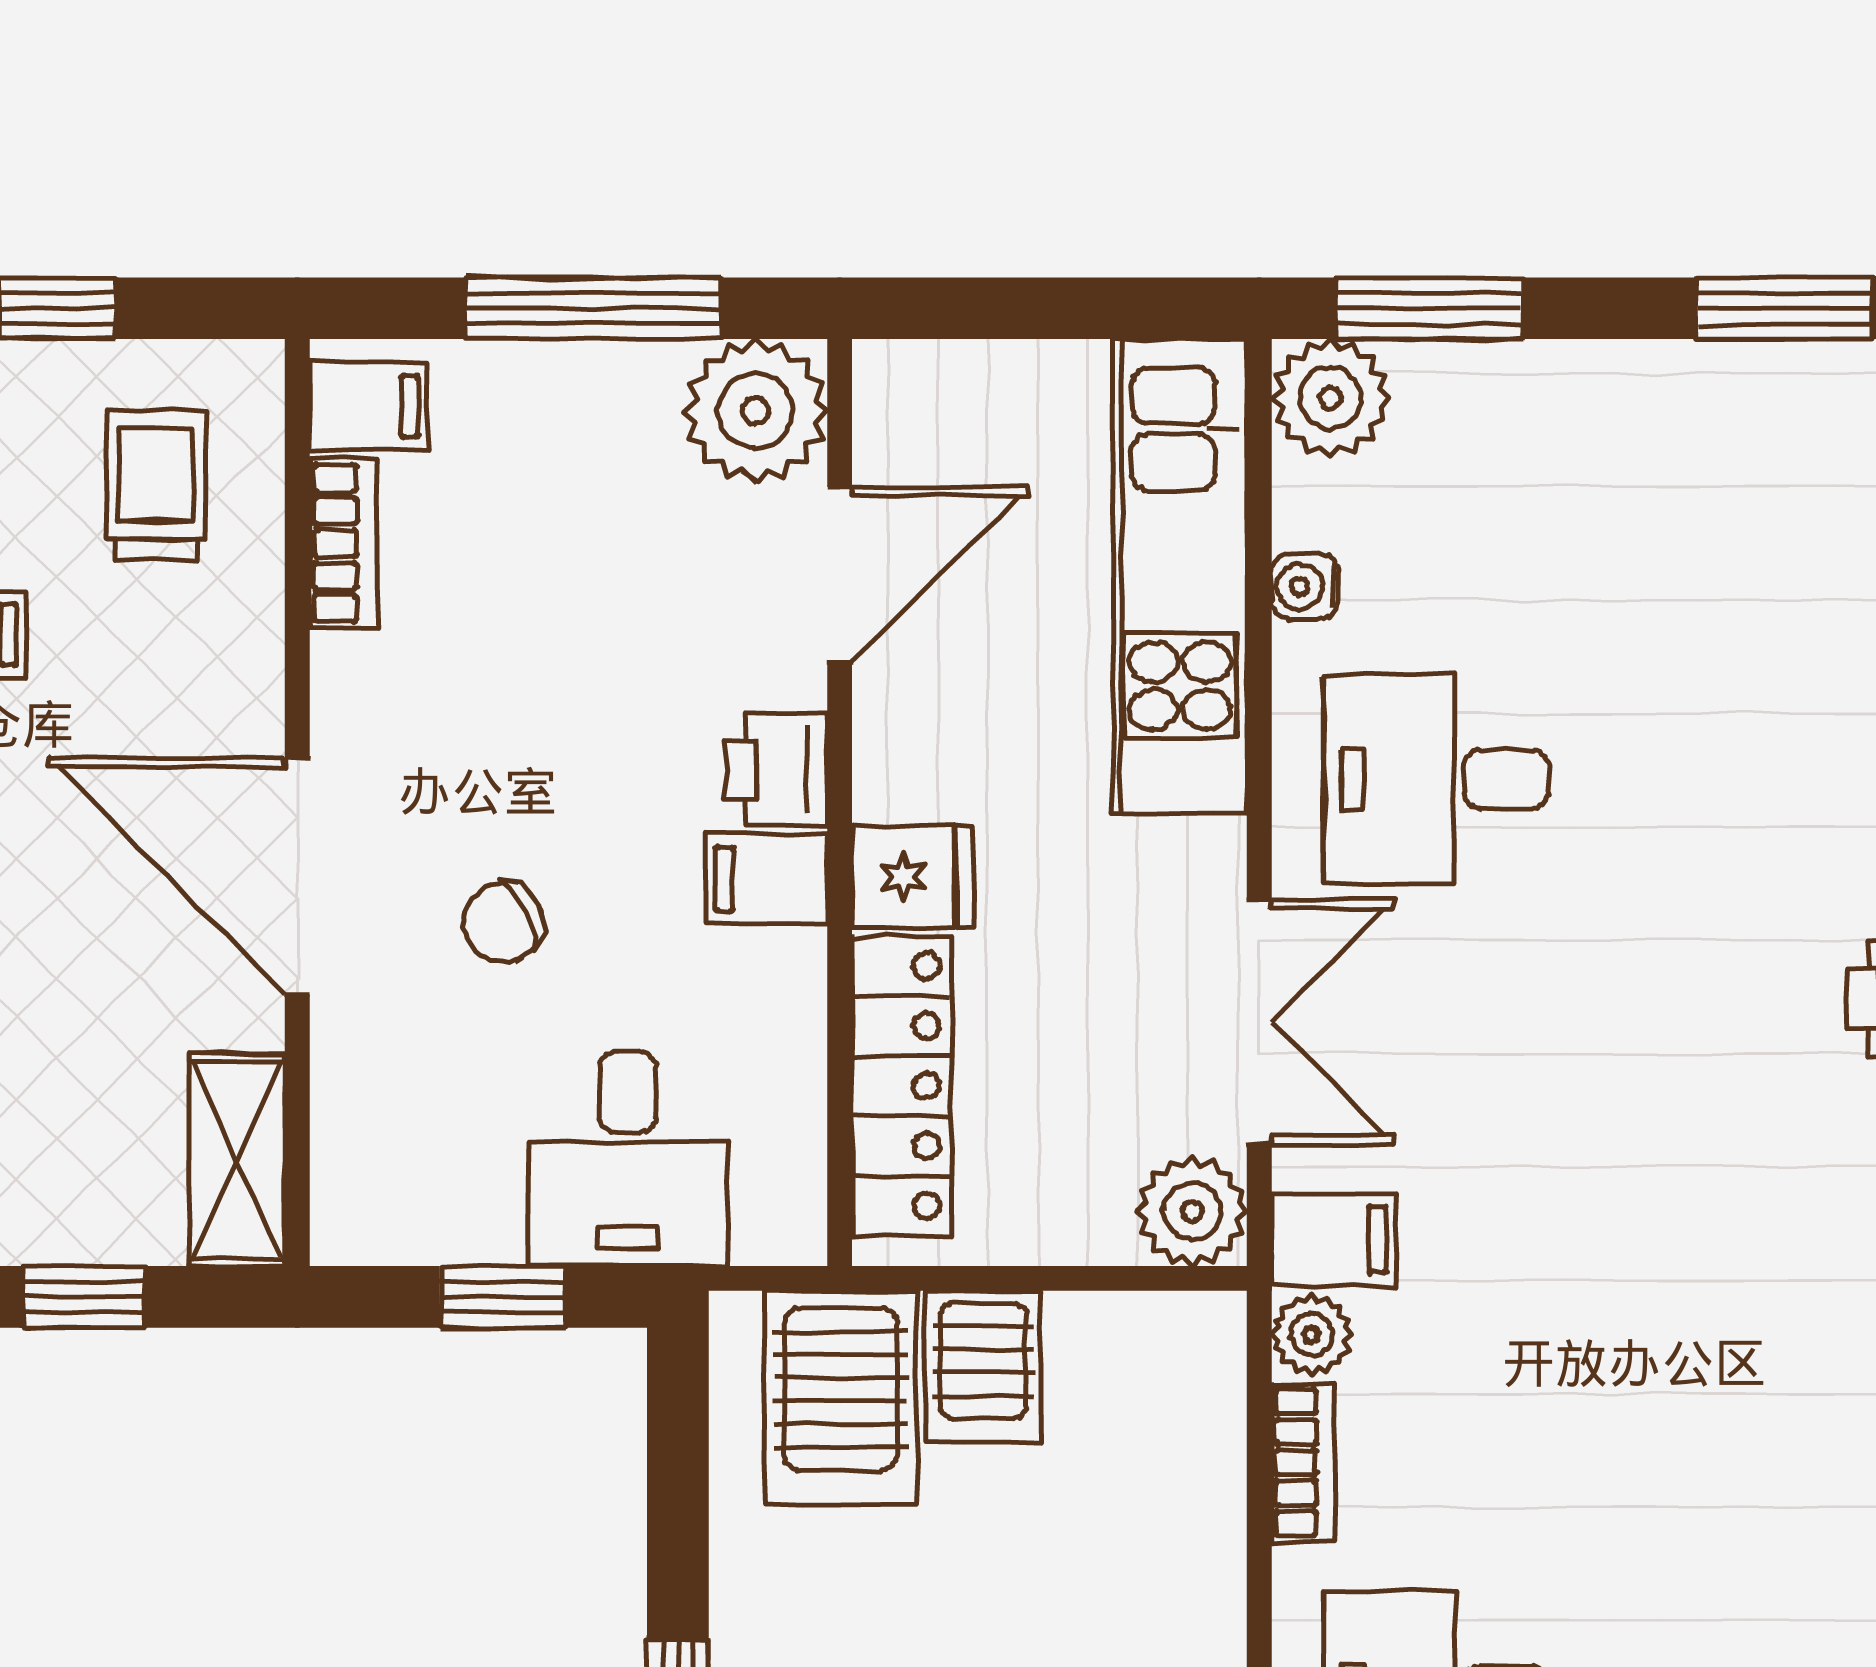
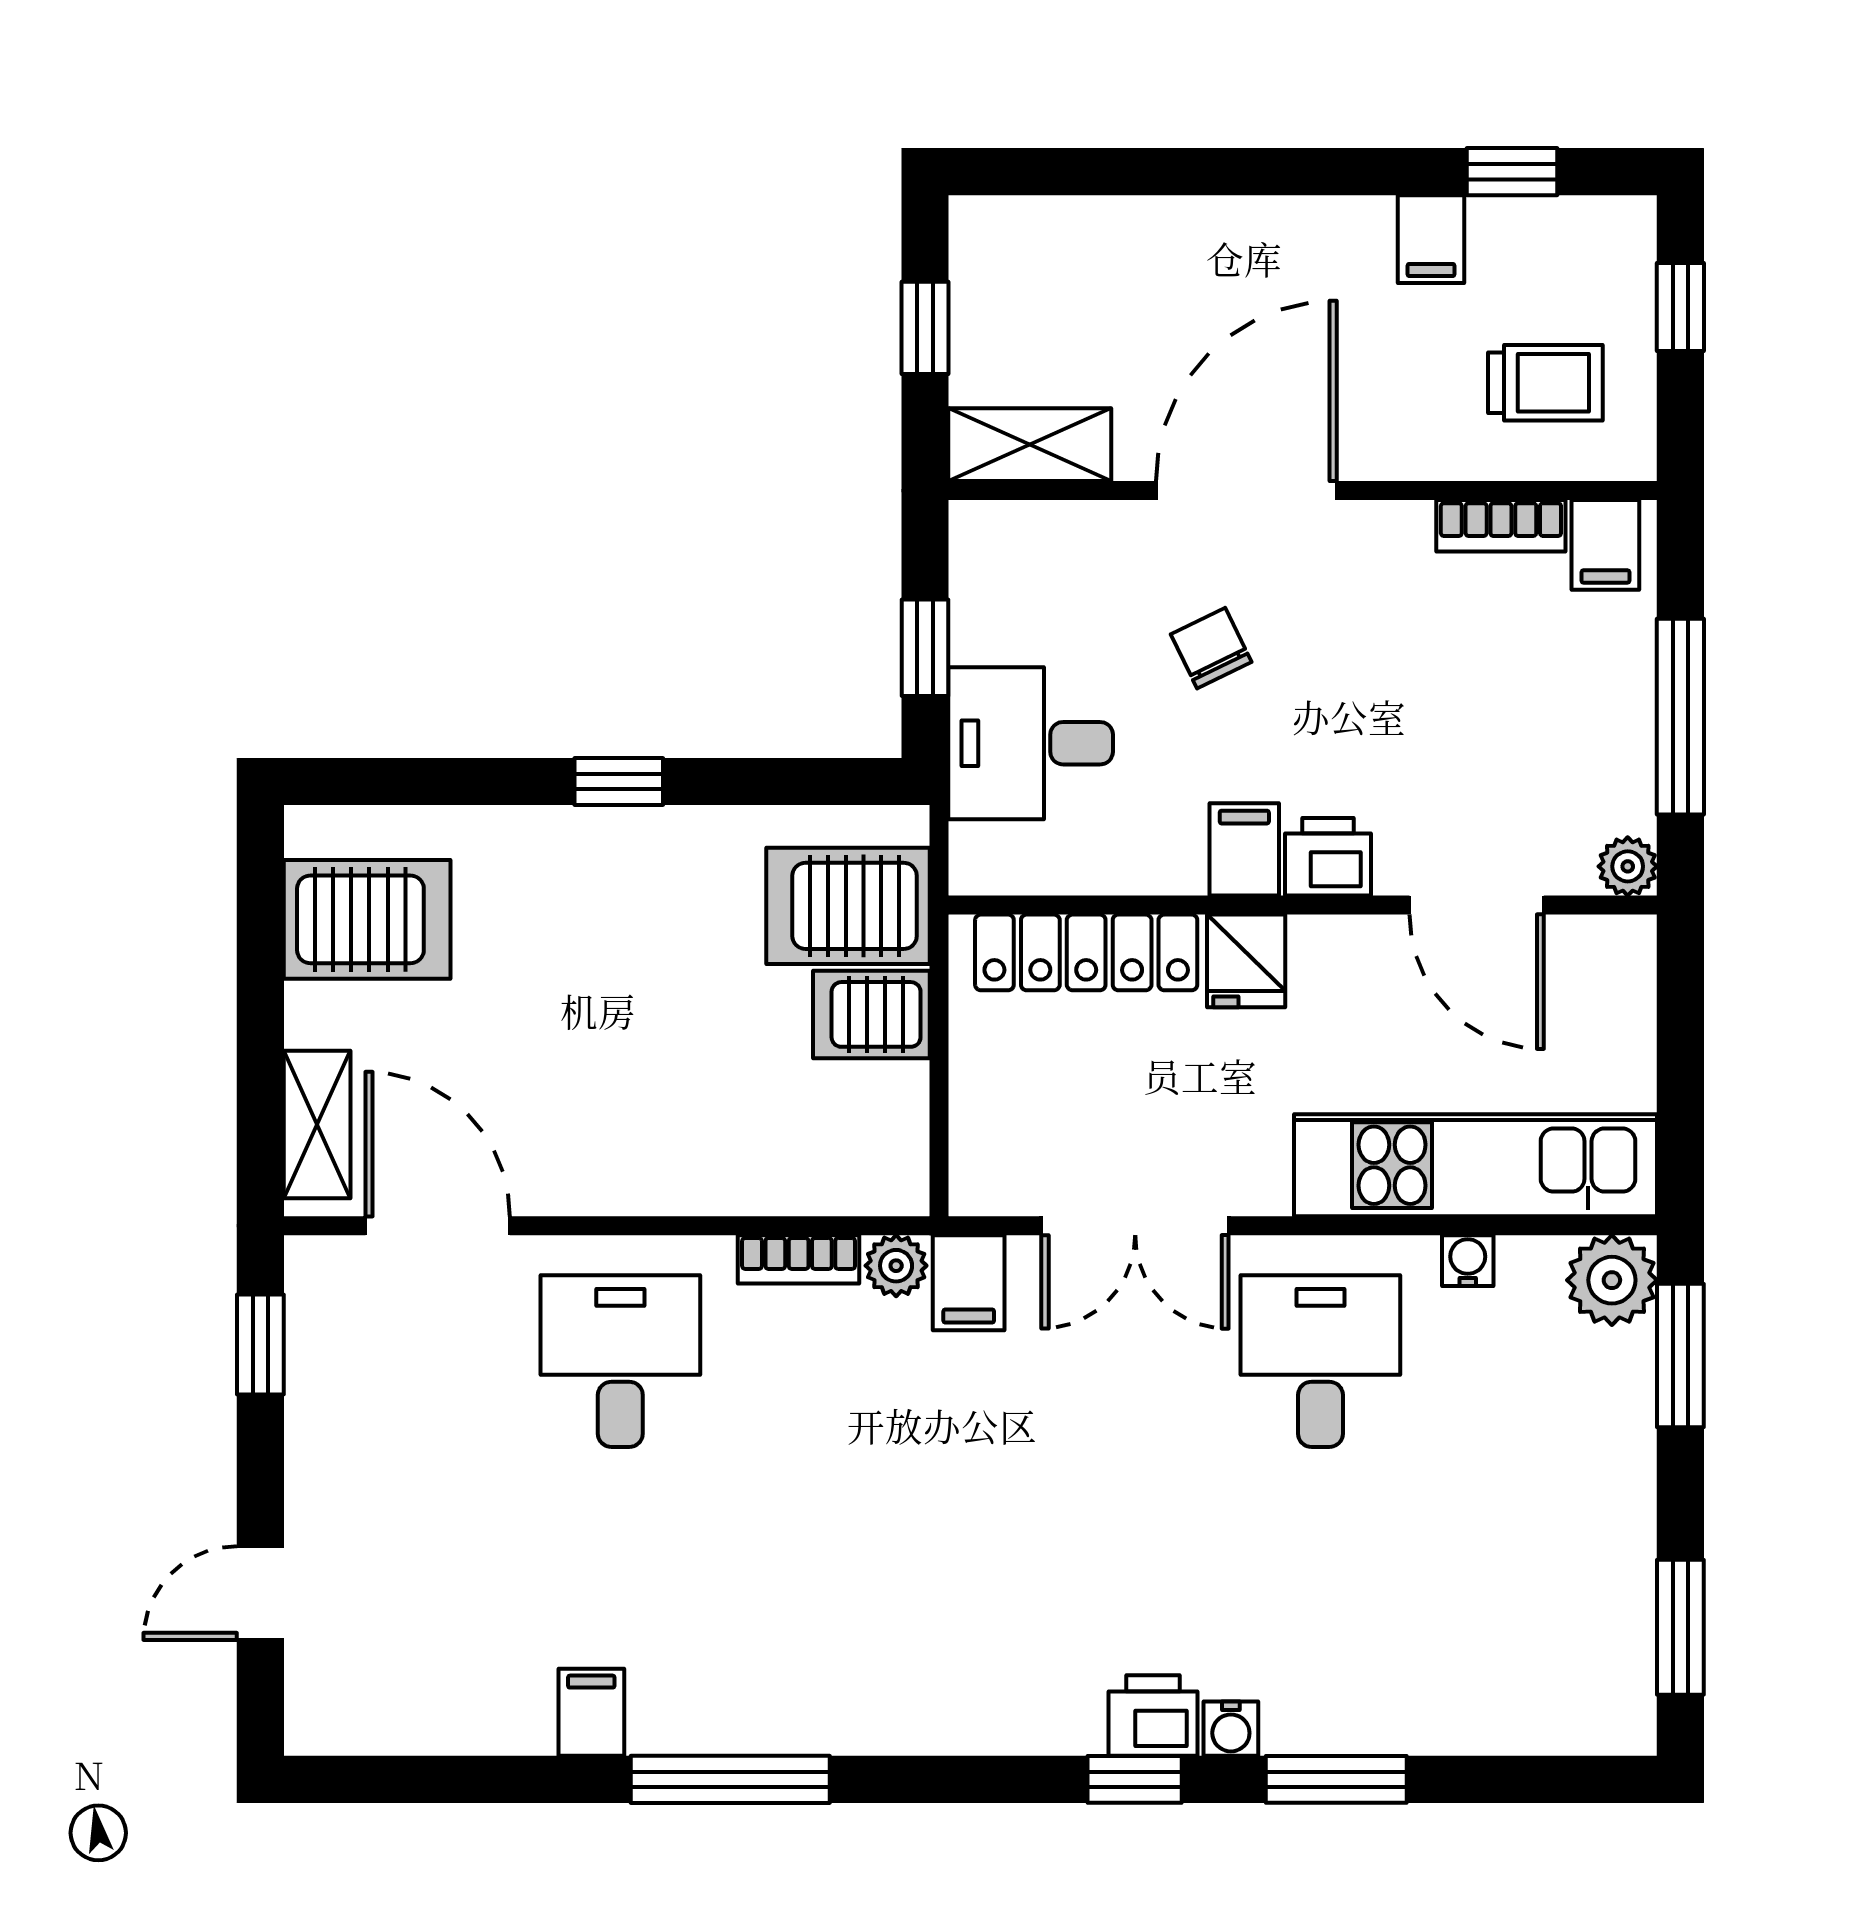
plant: (756, 411) -> (1628, 866), width x0.53, depth x0.53
plant: (1192, 1211) -> (990, 1174), removed

